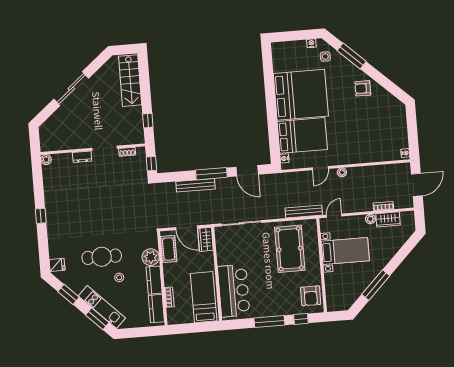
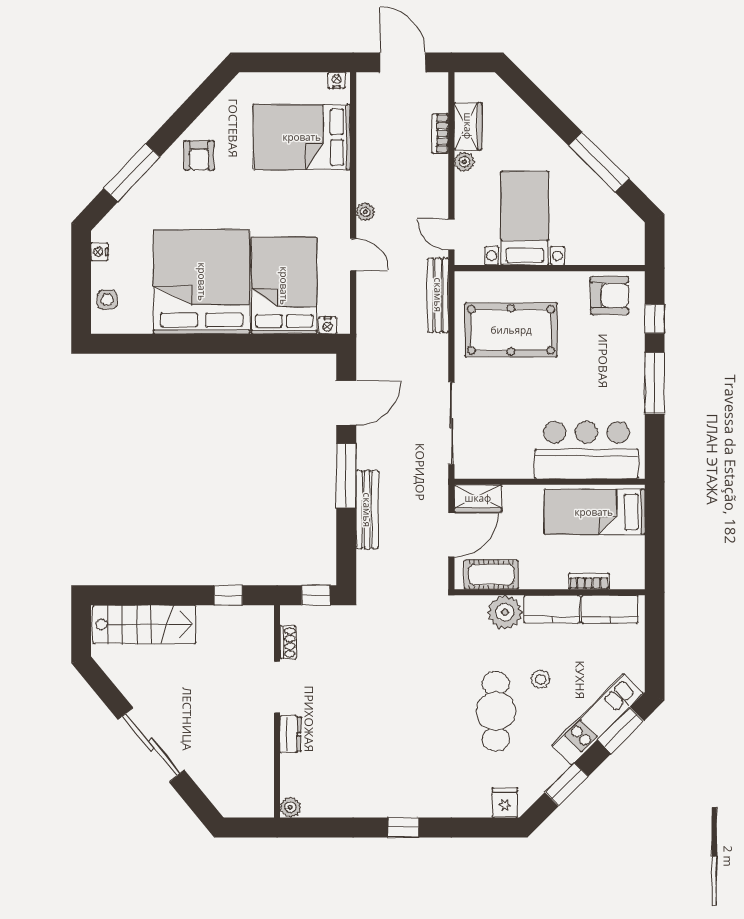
side table: (325, 57) -> (107, 299), moved
bed: (376, 138) -> (302, 137), added

